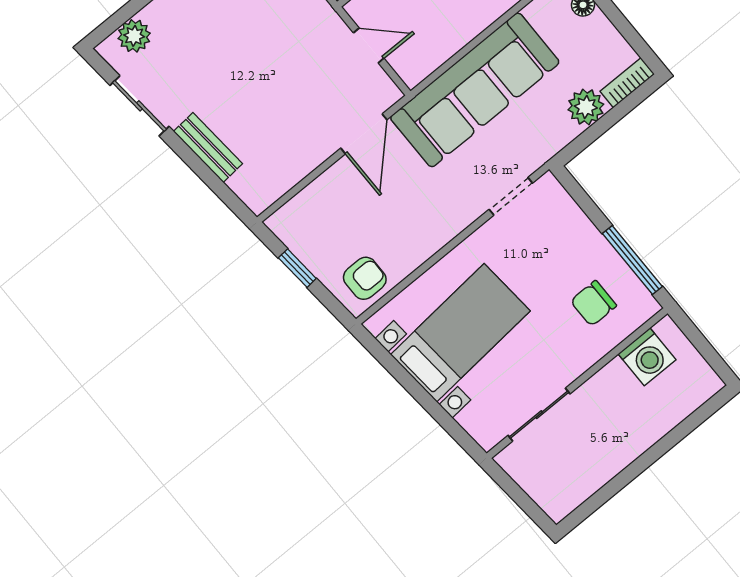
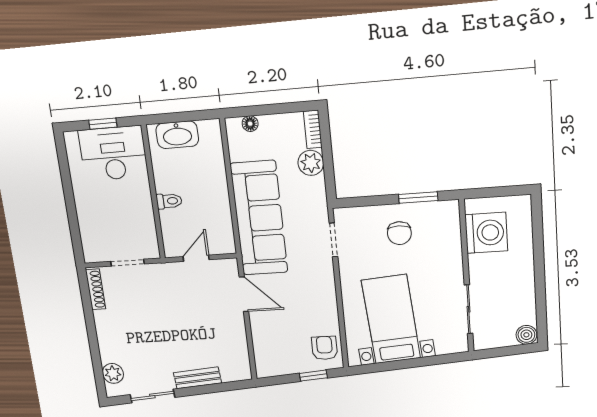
window: (632, 260) -> (418, 198), width x0.69
window: (297, 268) -> (313, 376), moved
chair: (593, 303) -> (399, 233), moved
washing machine: (647, 357) -> (486, 233), width x1.37, depth x1.37
boiler: (556, 504) -> (526, 335), added

